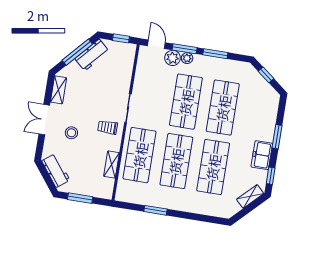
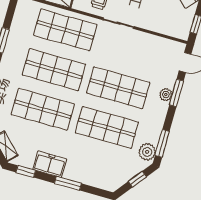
window: (215, 54) -> (162, 143), moved
plant: (173, 58) -> (147, 152), moved

